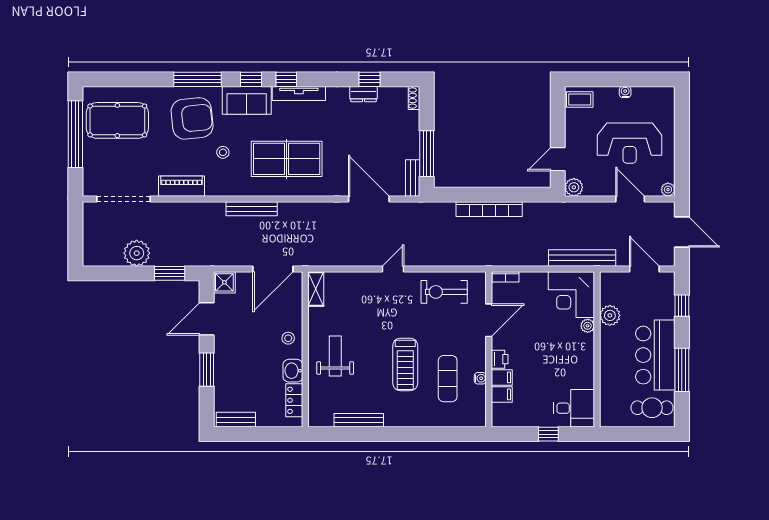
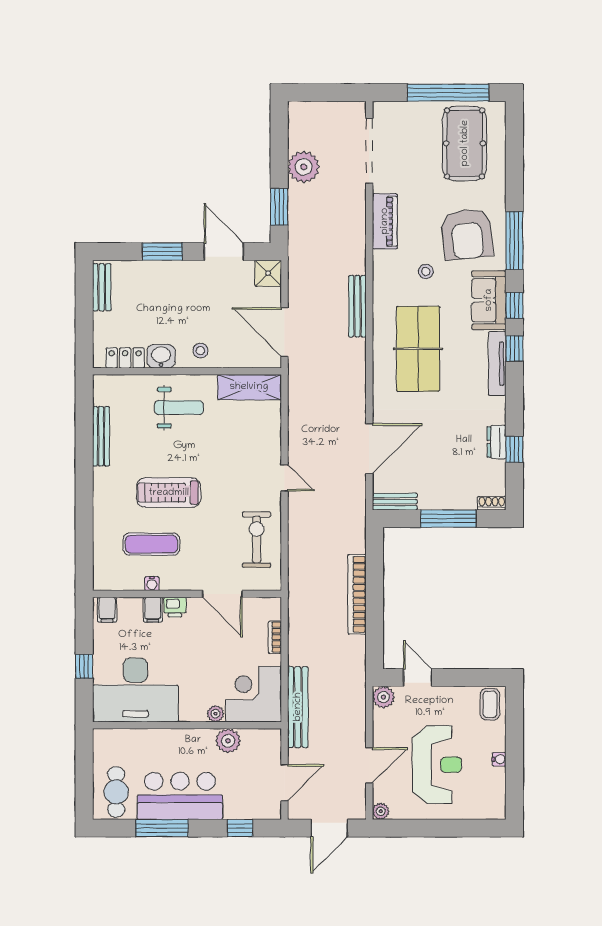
reception desk: (630, 143) -> (437, 765), turned 180
window: (427, 154) -> (448, 519), moved
bookcase: (506, 277) -> (275, 637), moved
shelving: (316, 289) -> (249, 387), width x1.50, depth x1.33
filing cabinet: (502, 394) -> (107, 610), moved
desk: (574, 408) -> (135, 690), width x1.87, depth x1.30

